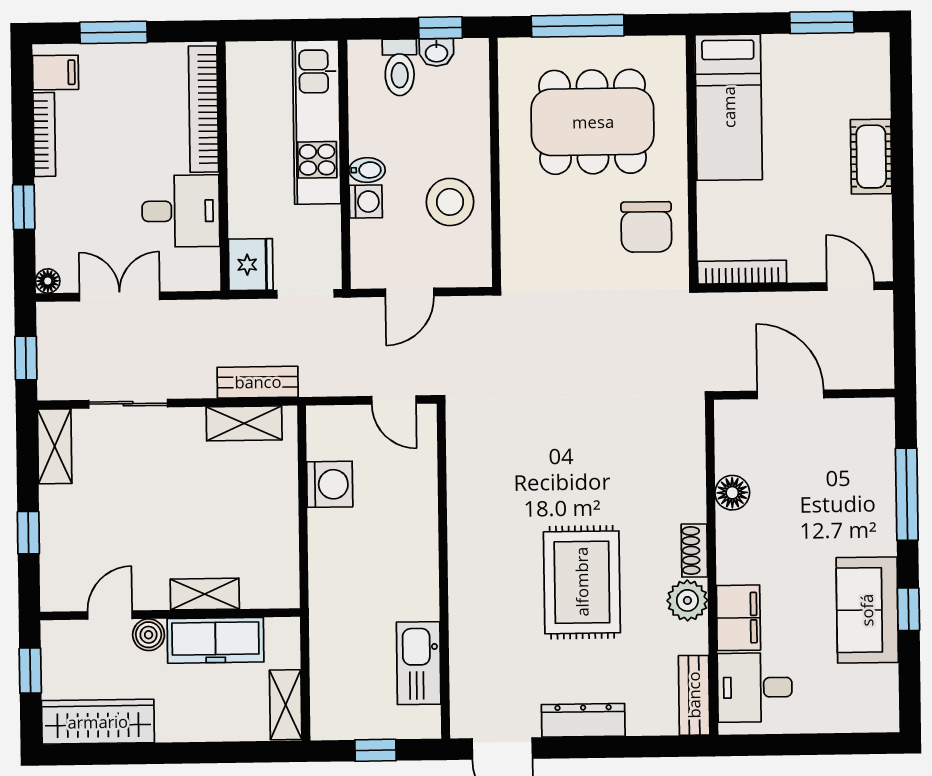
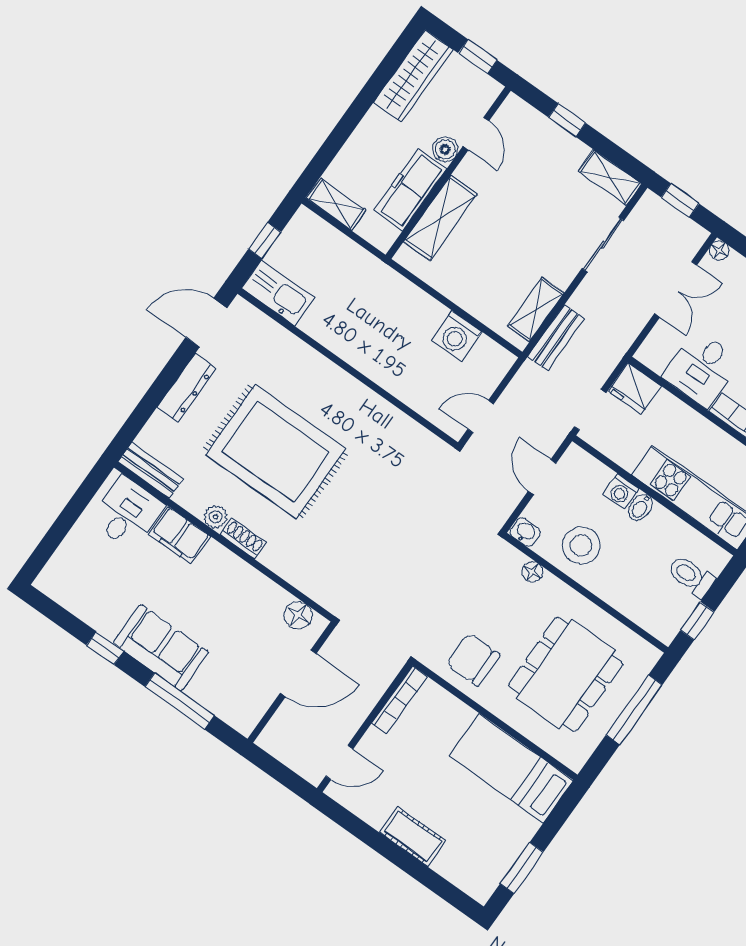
washbasin: (436, 52) -> (525, 532), moved, turned 90
floor lamp: (513, 232) -> (532, 572), added
floor lamp: (732, 493) -> (298, 615), moved
rug: (582, 582) -> (276, 452), width x1.37, depth x1.44
shelving: (205, 594) -> (440, 218), width x1.50, depth x1.33
plant: (687, 600) -> (216, 517), width x0.73, depth x0.73
sofa: (867, 610) -> (161, 648), moved
kitchen sink: (419, 663) -> (278, 293), moved

